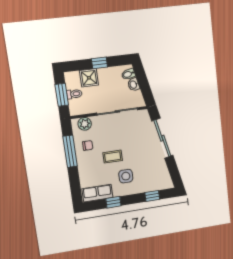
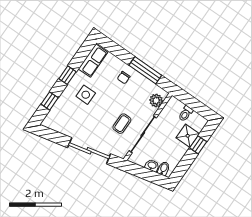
window: (99, 63) -> (198, 145), moved
window: (62, 95) -> (193, 104), removed
chair: (88, 145) -> (124, 78), moved
coffee table: (113, 157) -> (122, 124), moved
window: (113, 202) -> (68, 75), moved

